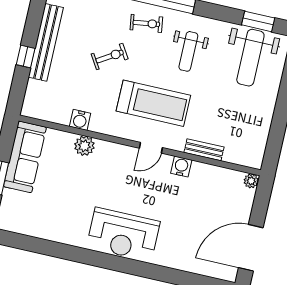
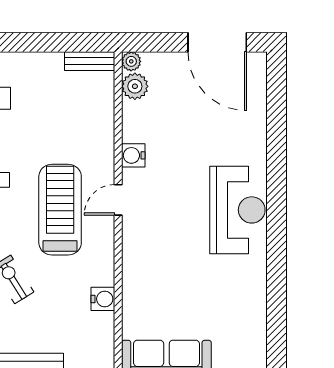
plant: (84, 146) -> (135, 86), moved
door: (151, 148) -> (118, 200), swing flipped
bench: (204, 150) -> (90, 61), moved, turned 90

